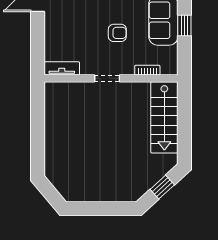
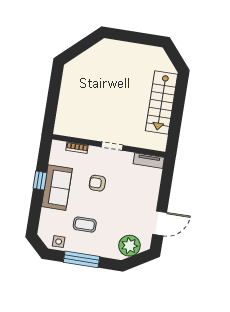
stairs: (164, 117) -> (162, 102), moved, turned 180
window: (162, 187) -> (80, 47), removed

